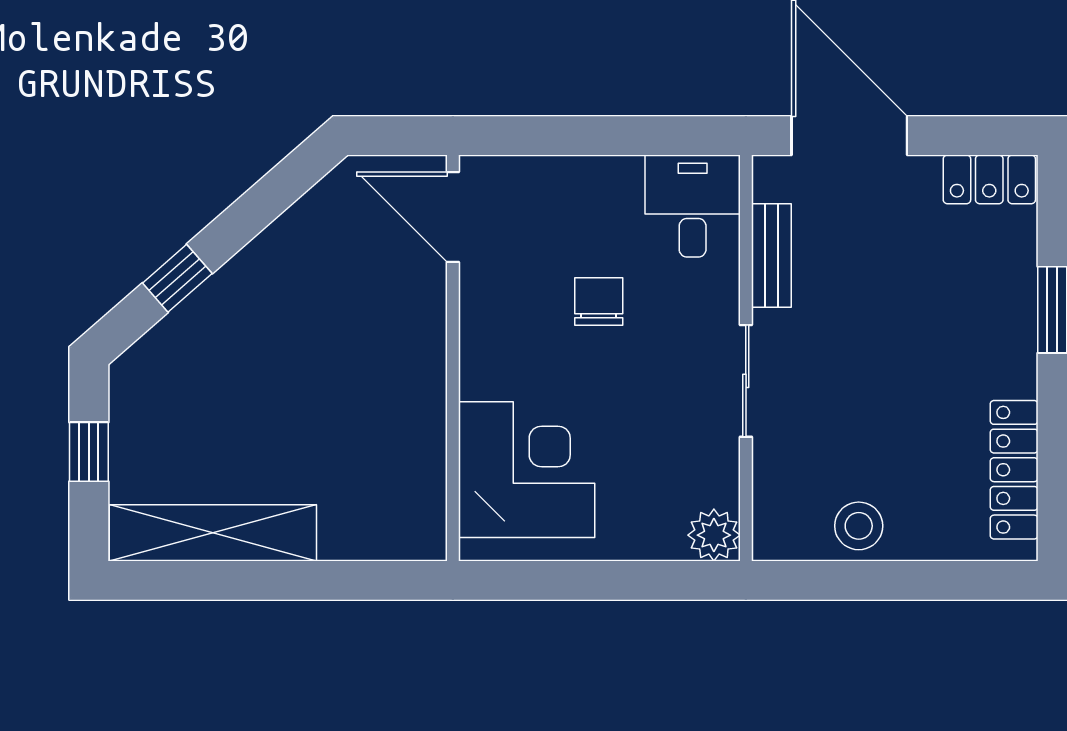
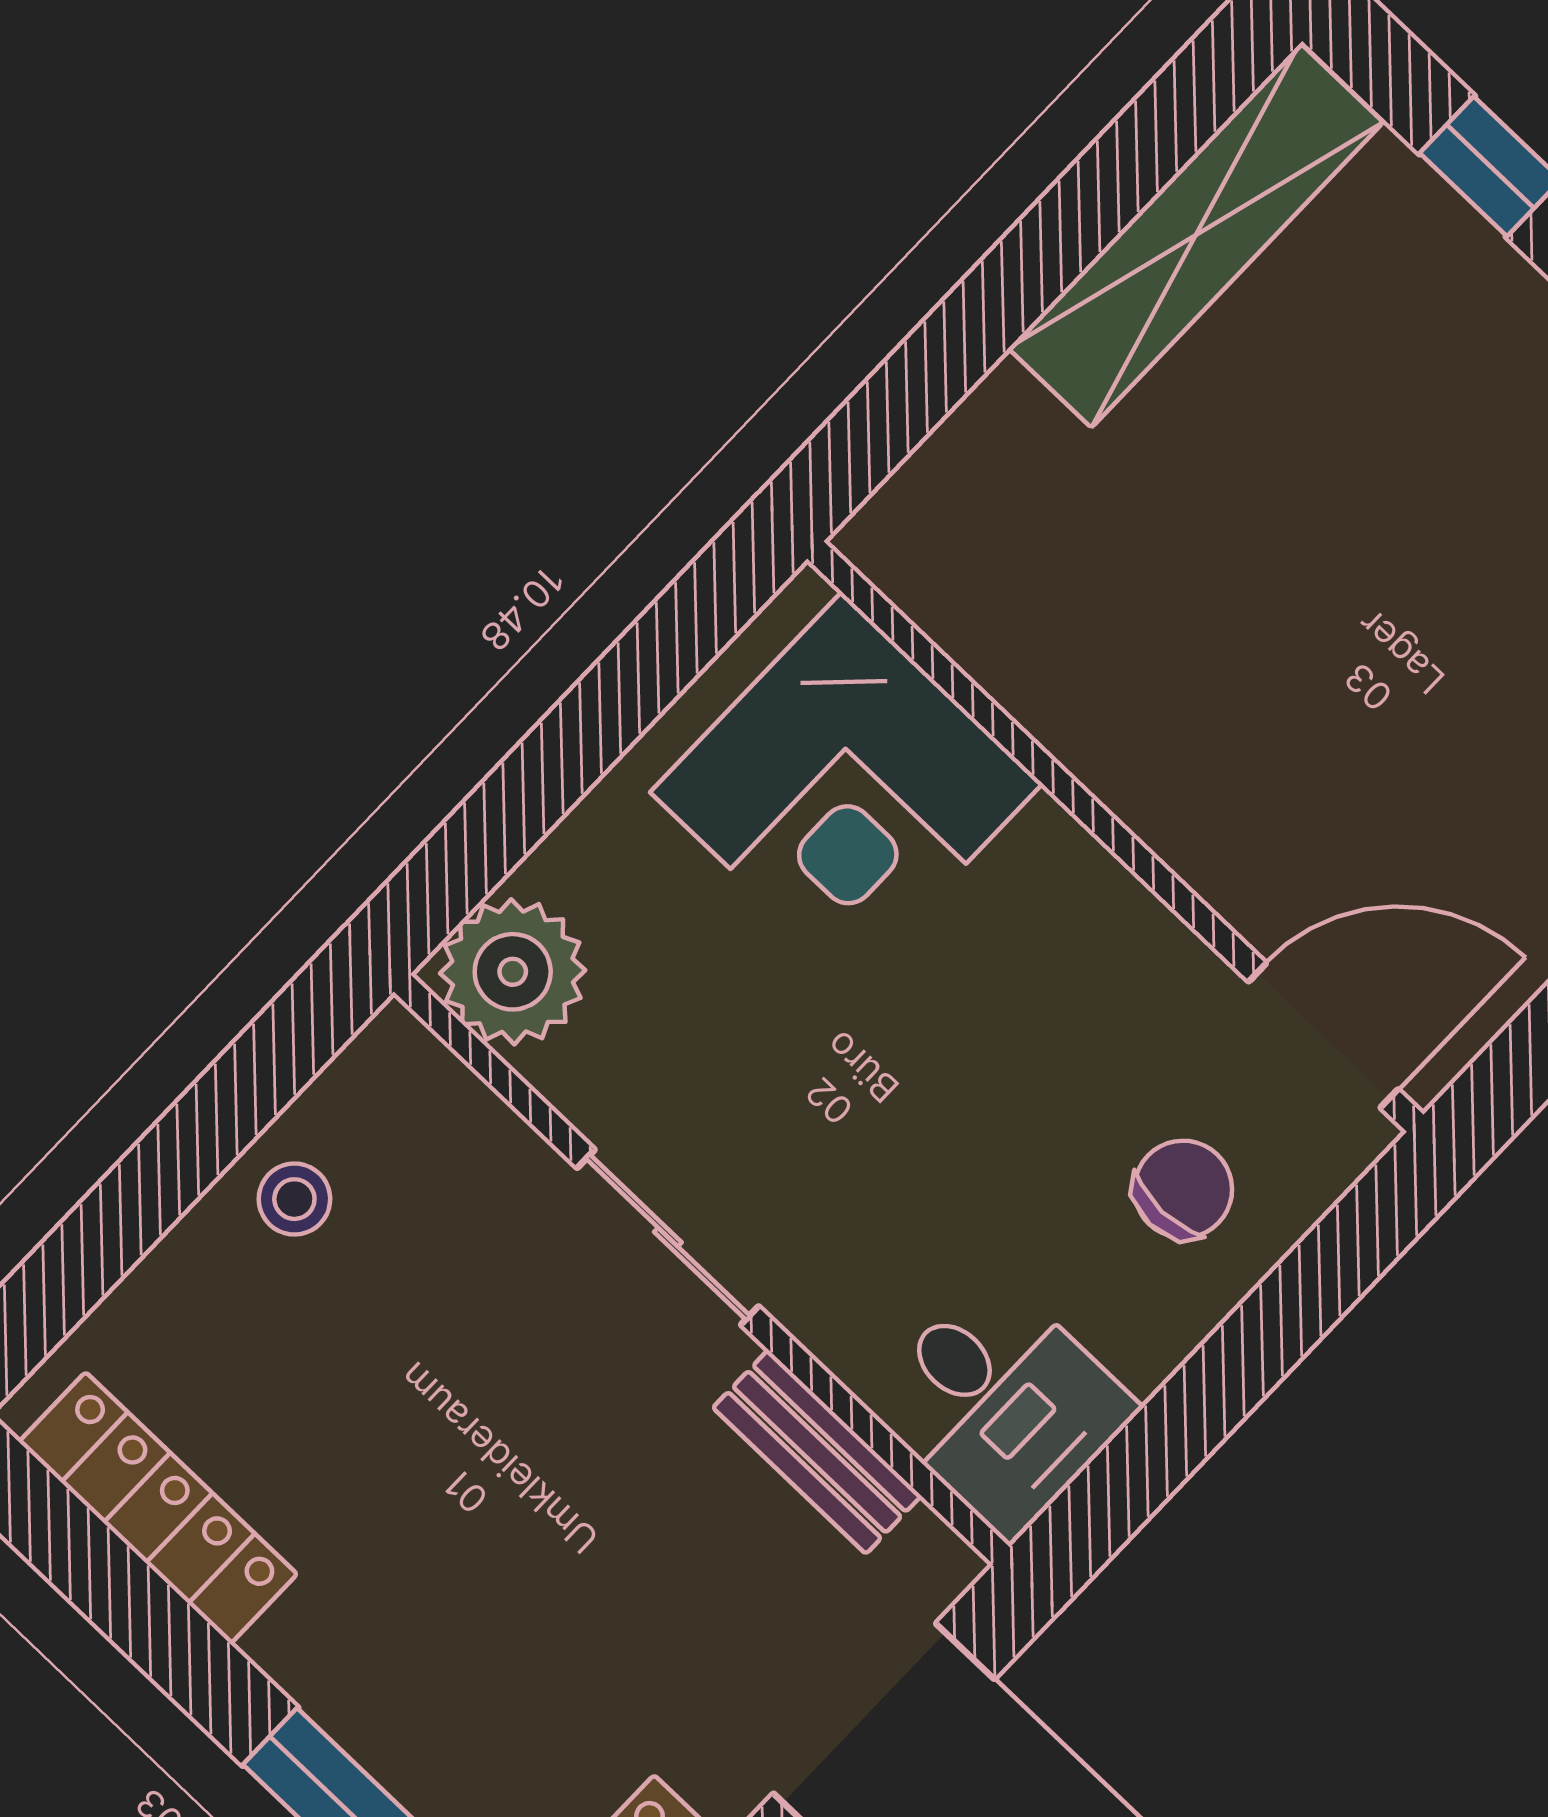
chair: (599, 302) -> (1183, 1189), moved, turned -90
stool: (859, 526) -> (294, 1199), width x0.73, depth x0.73
plant: (714, 535) -> (513, 972), width x1.36, depth x1.36

